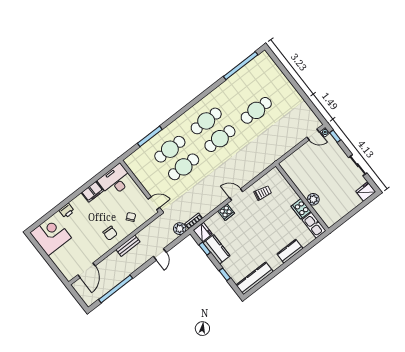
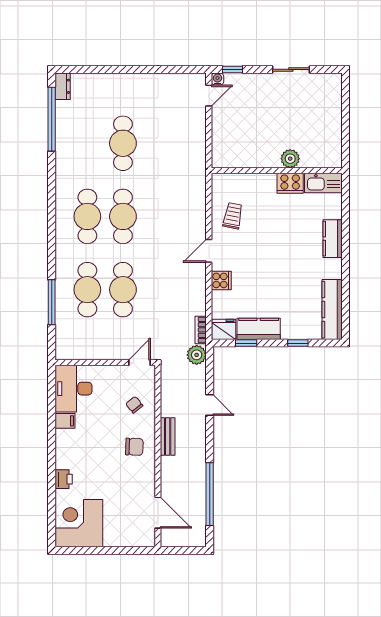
dresser: (261, 58) -> (63, 86), added
filing cabinet: (92, 192) -> (65, 421), width x0.50
fridge: (366, 192) -> (332, 85), removed

